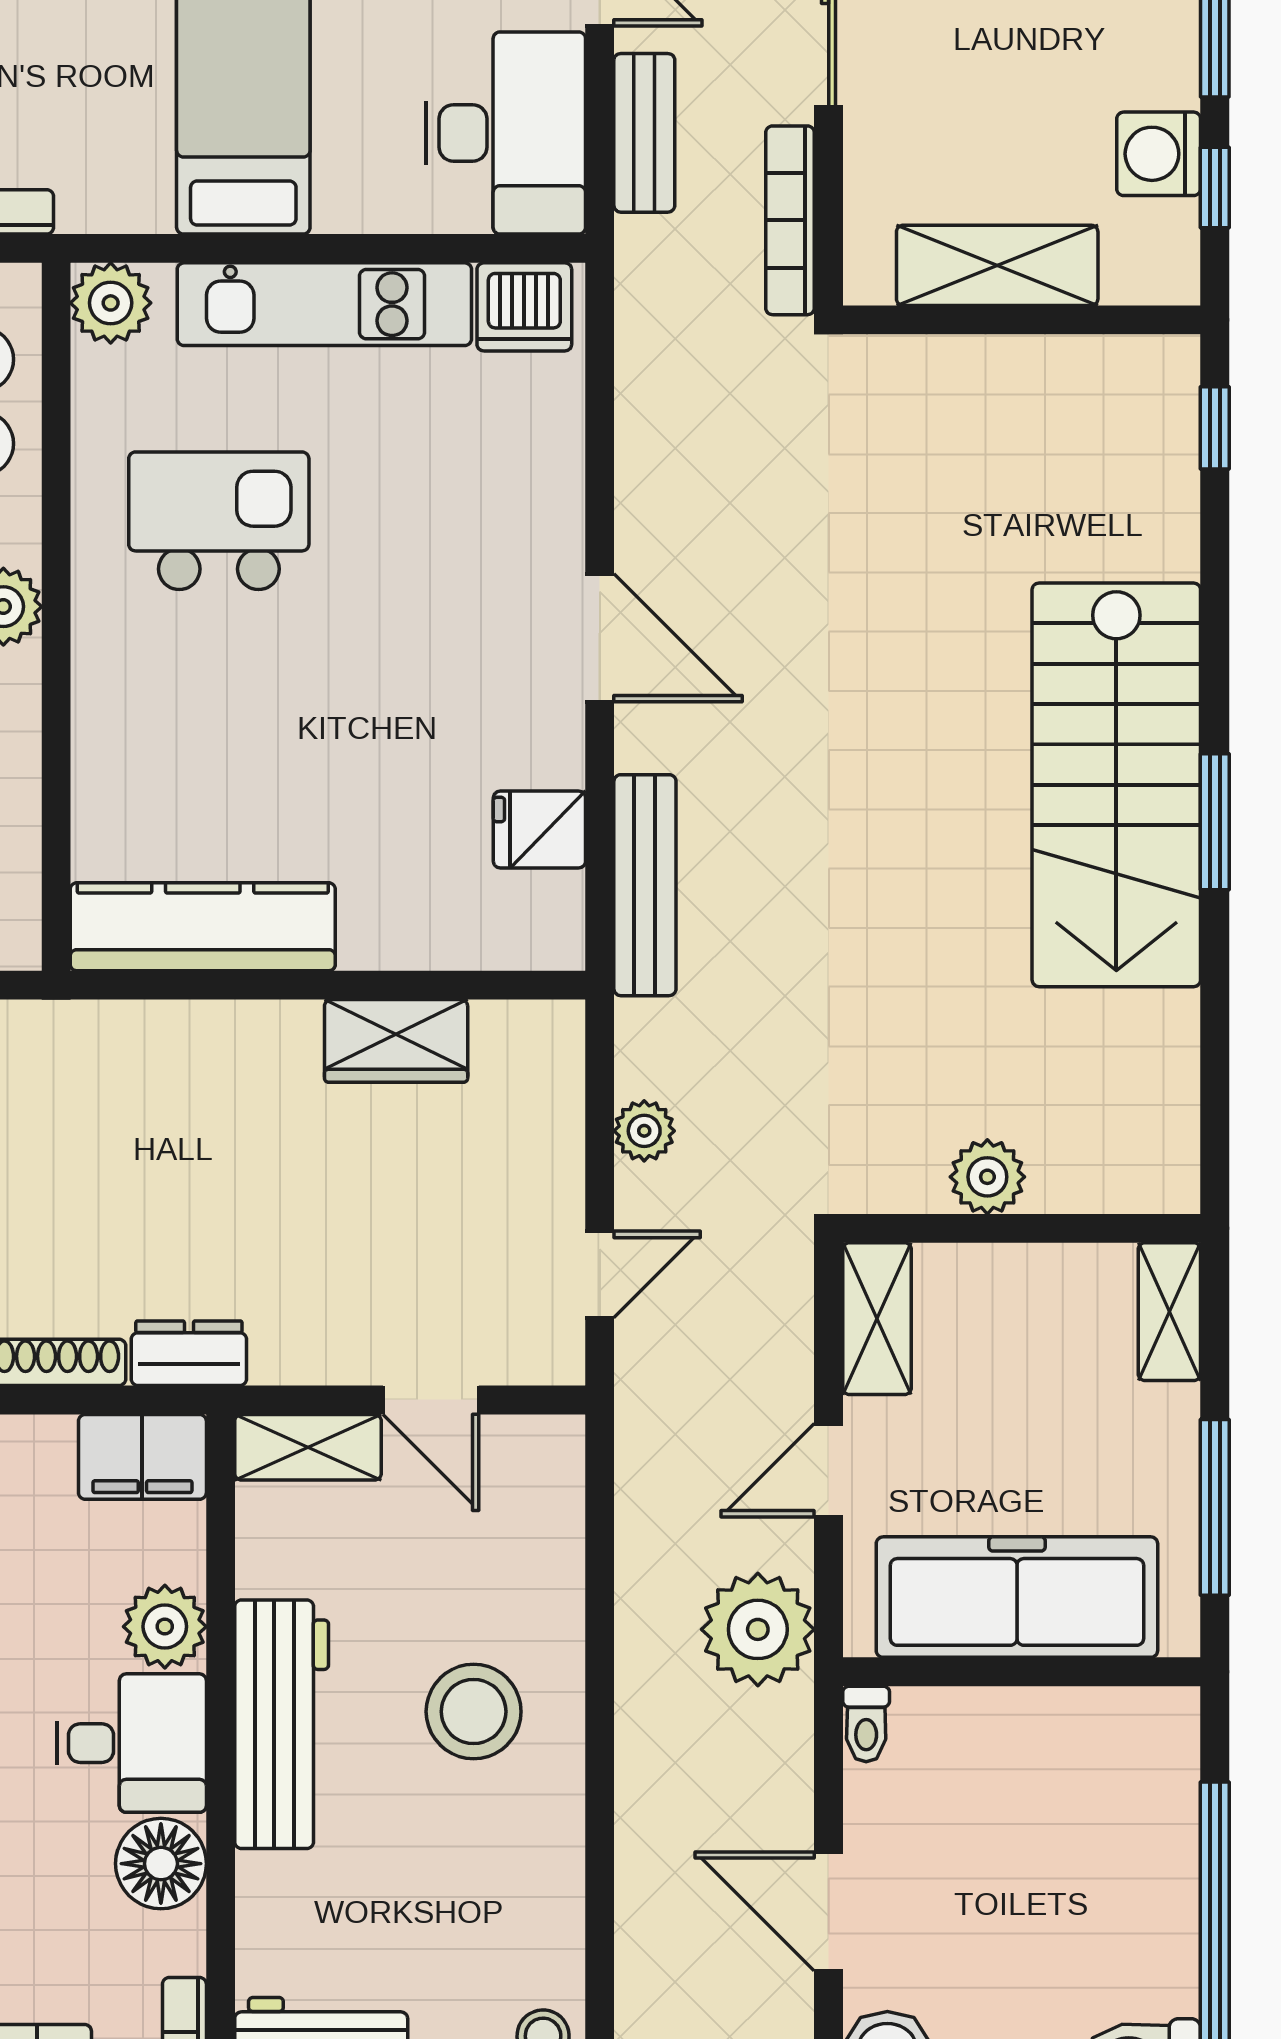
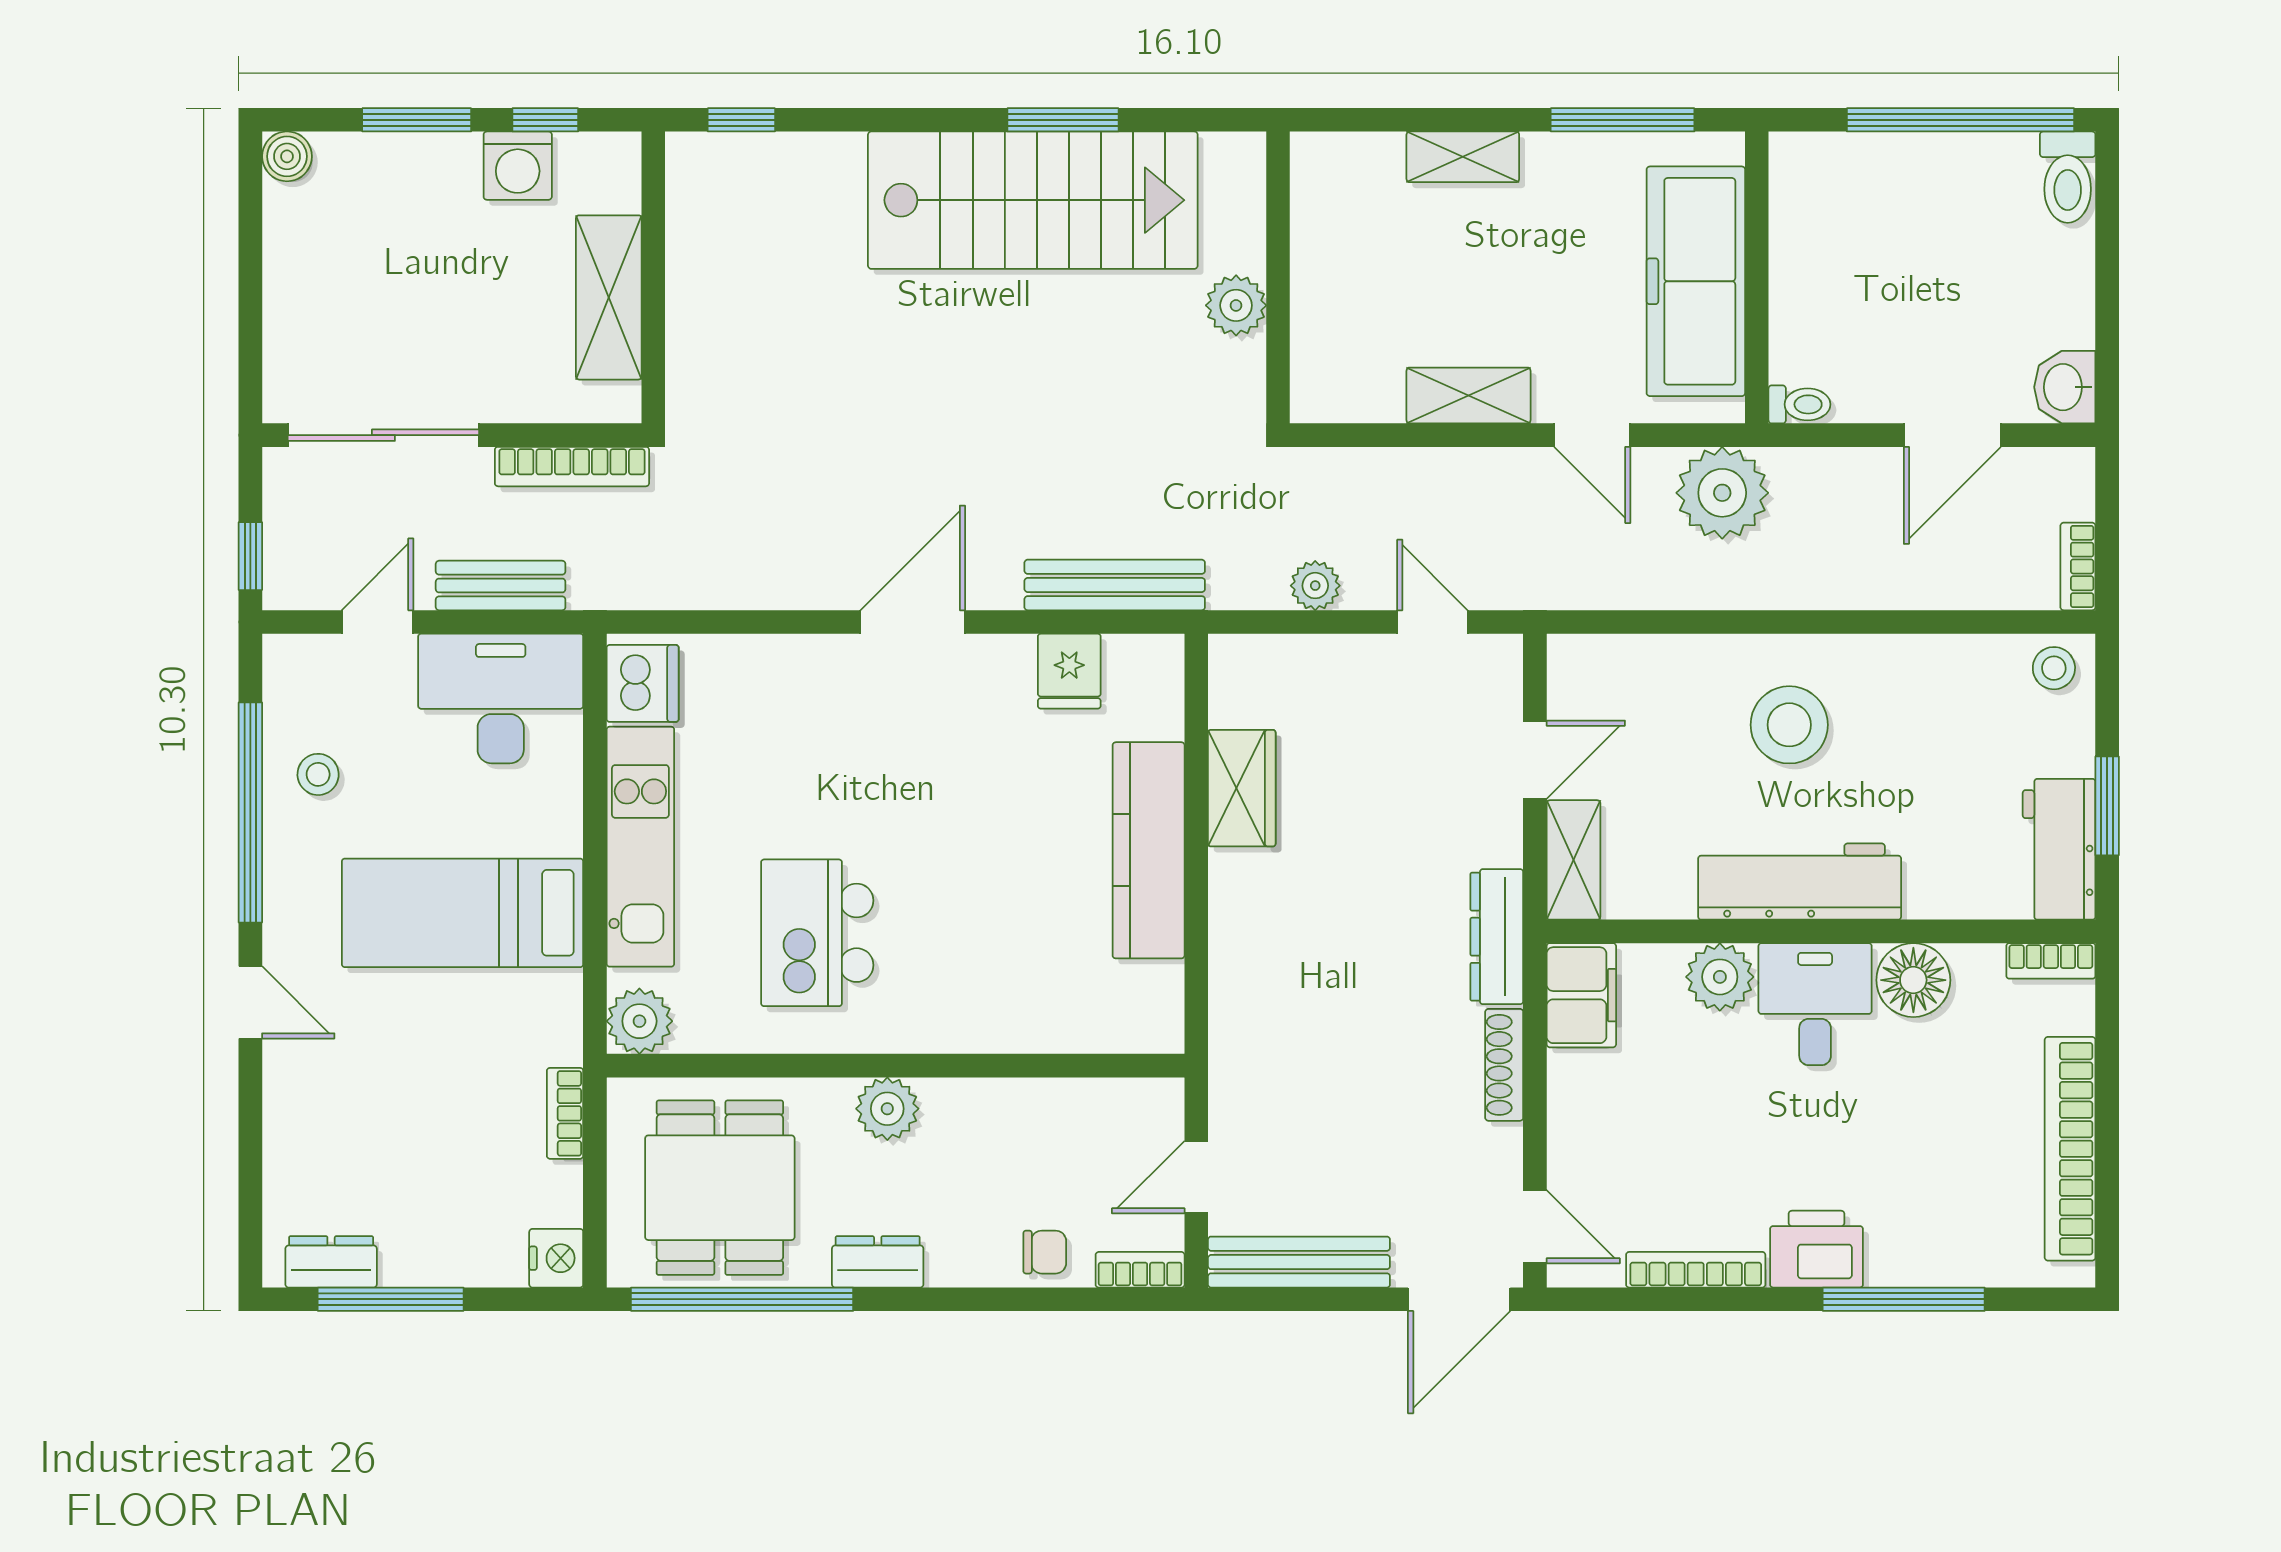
kitchen counter: (203, 927) -> (1149, 850), moved
plant: (987, 1177) -> (1236, 305), moved
wall: (1022, 1228) -> (1278, 277), moved
dresser: (189, 1353) -> (1497, 937), width x1.44

